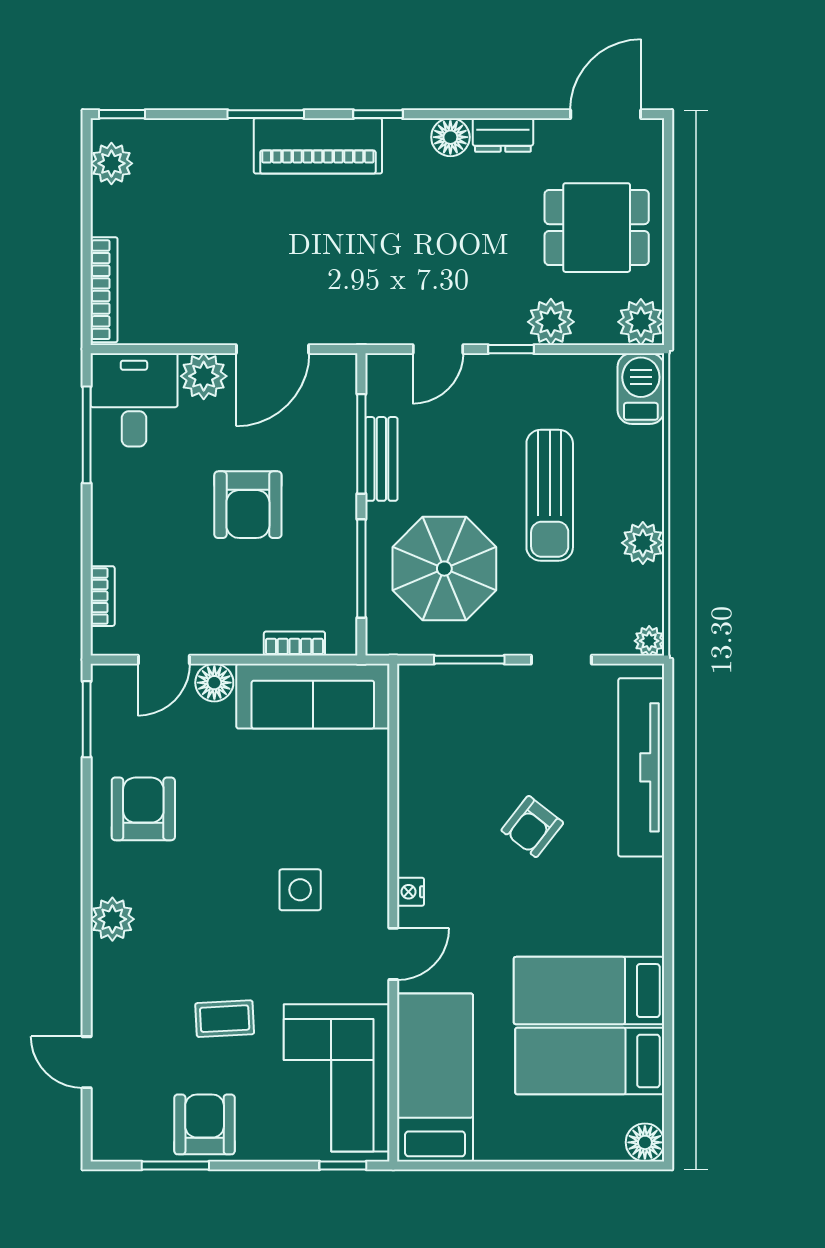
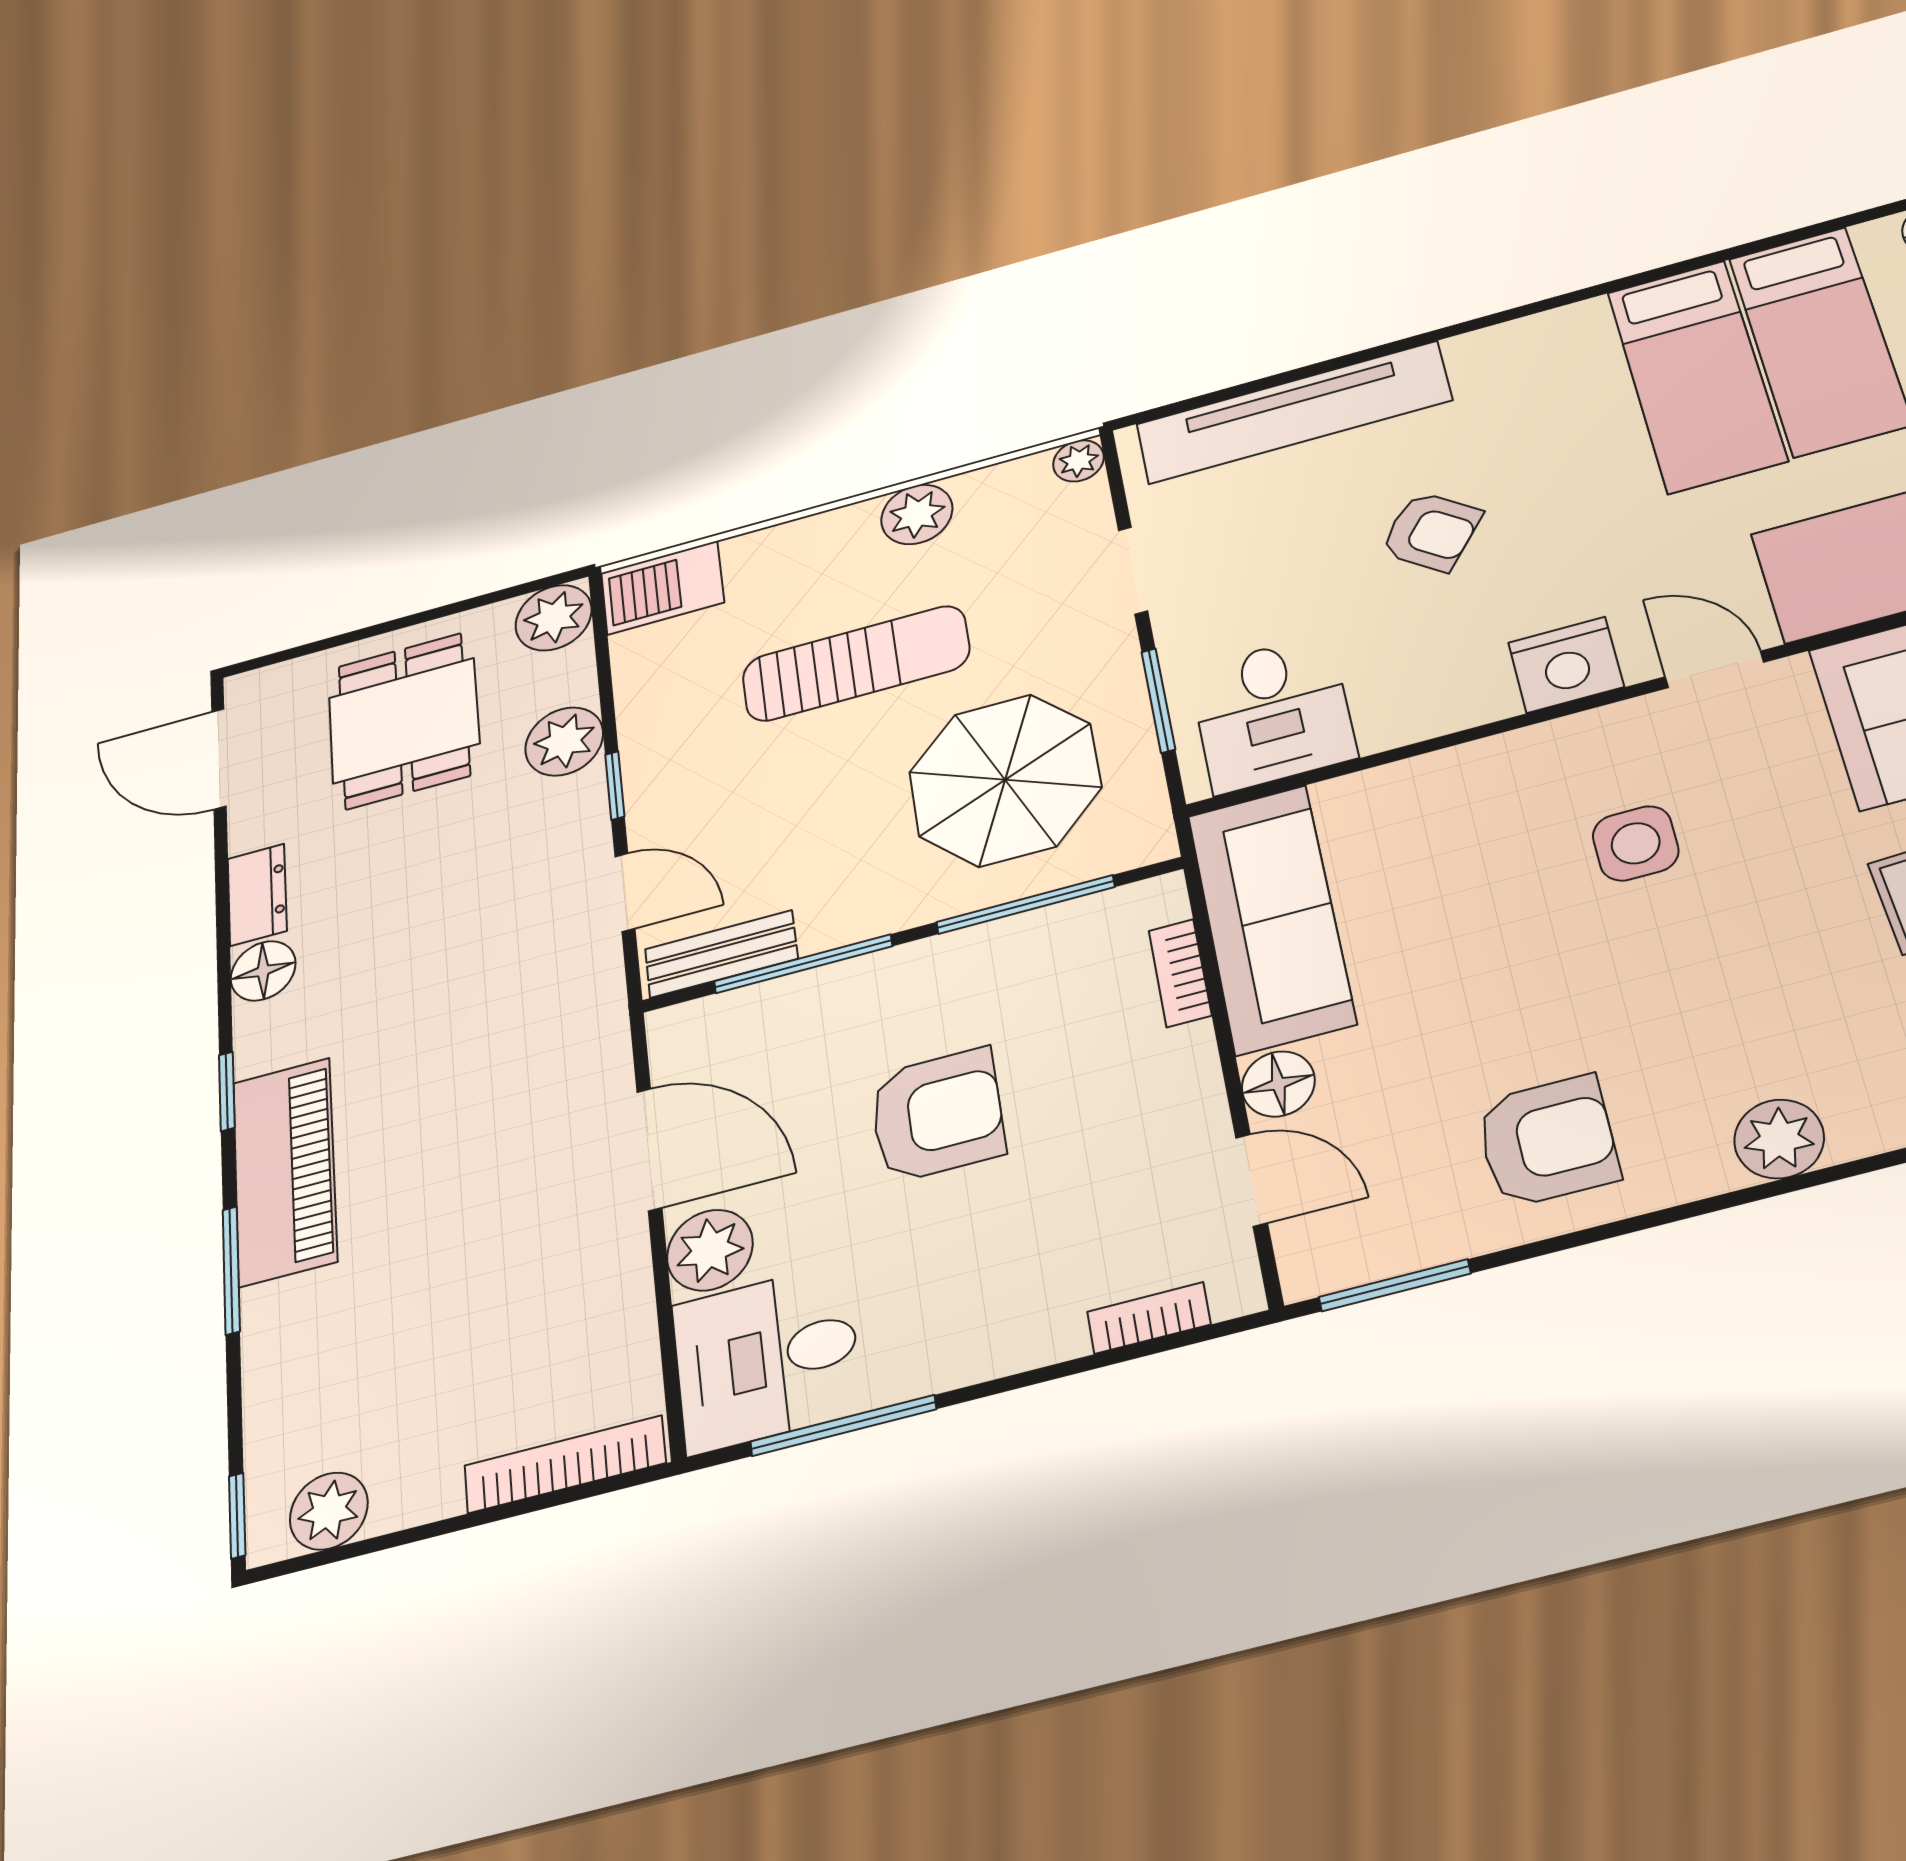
bench: (381, 459) -> (721, 954), moved
desk: (441, 720) -> (1272, 713), added
armchair: (143, 809) -> (1548, 1141), turned 180
nightstand: (411, 892) -> (1566, 665), width x1.89, depth x1.79

